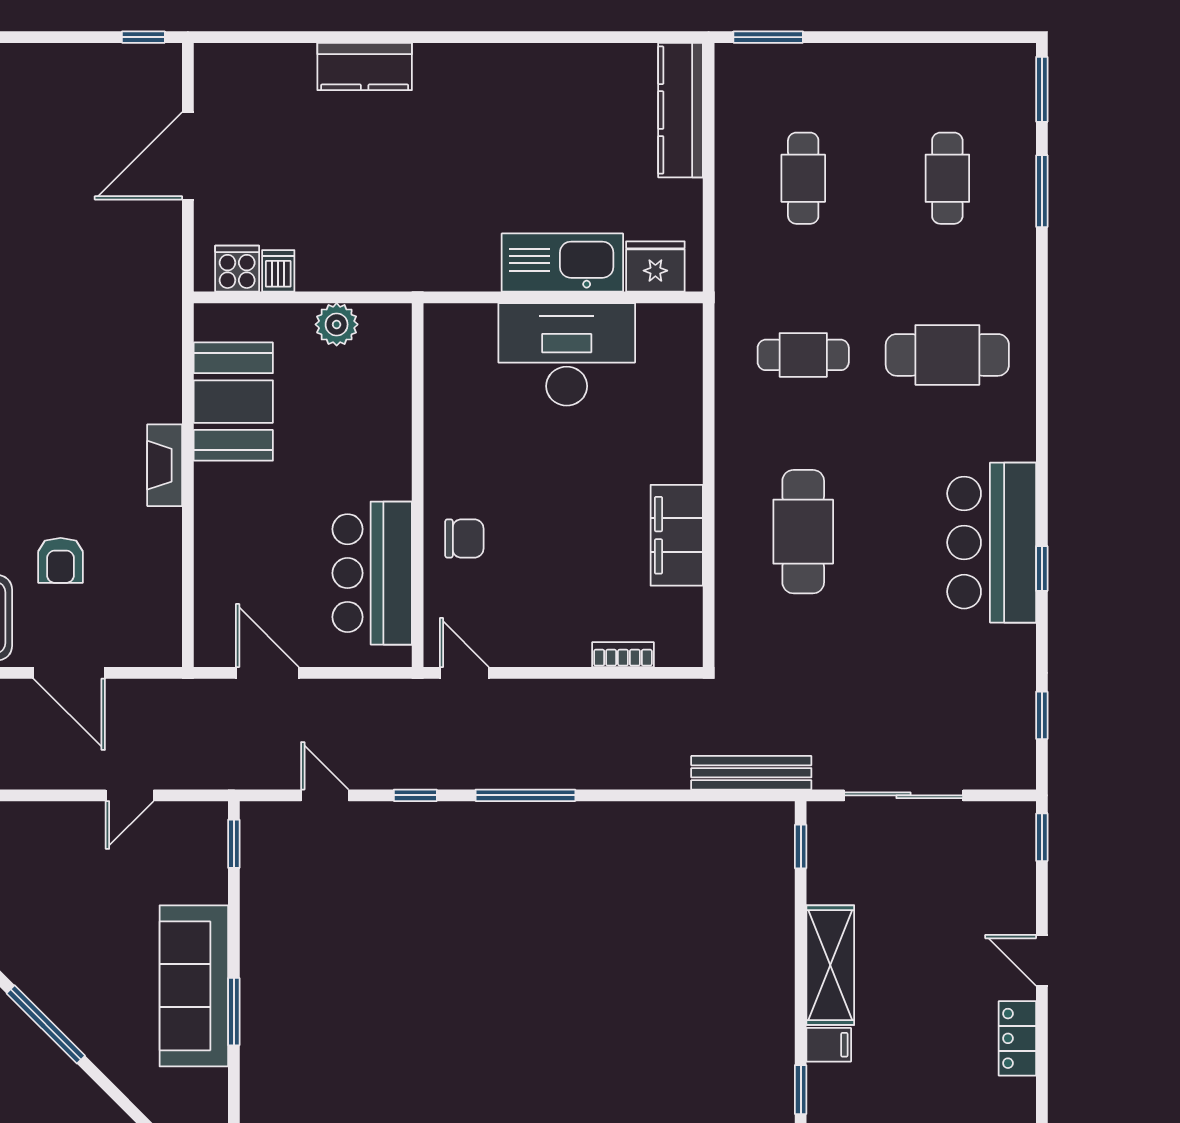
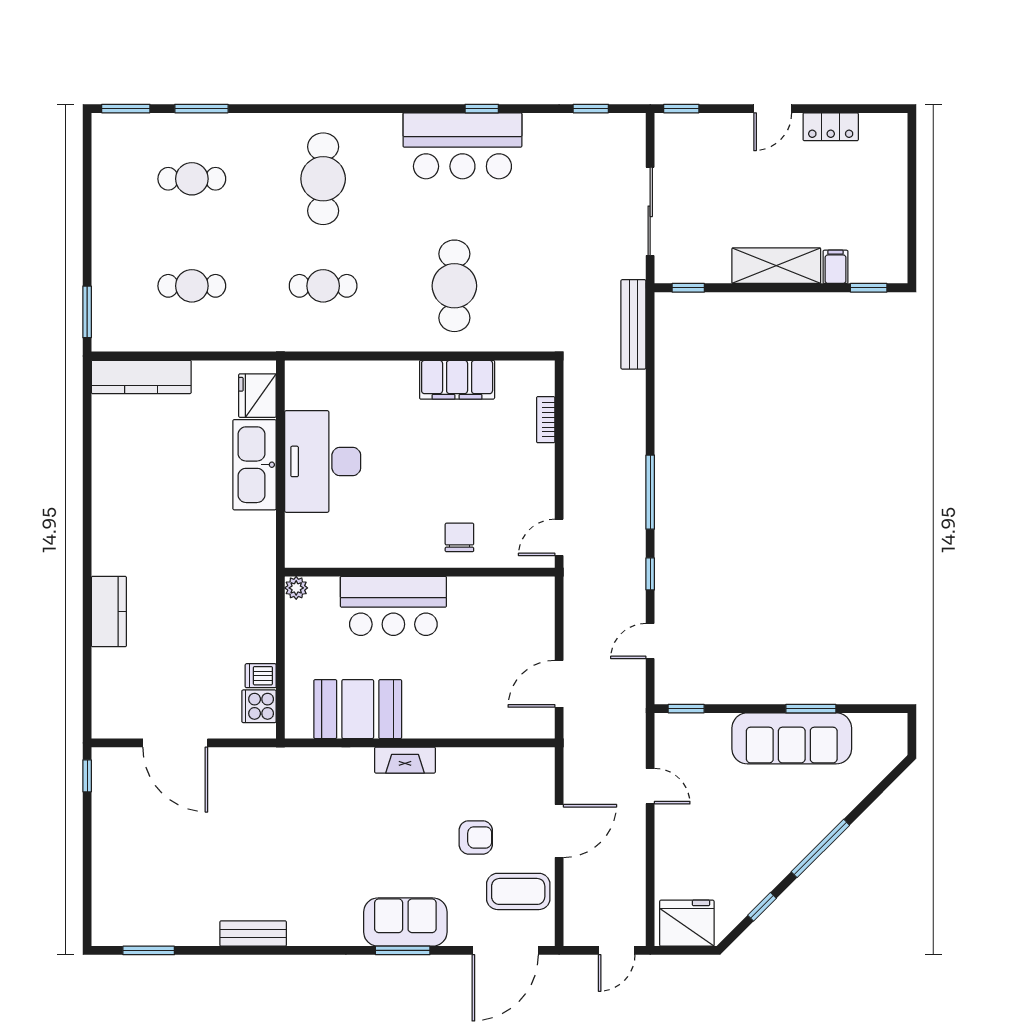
plant: (337, 324) -> (296, 588), moved, width x0.73, depth x0.73
cafe table: (803, 355) -> (323, 286), turned 90
cafe table: (803, 532) -> (454, 286), turned 90
bar counter: (372, 573) -> (393, 606), moved

